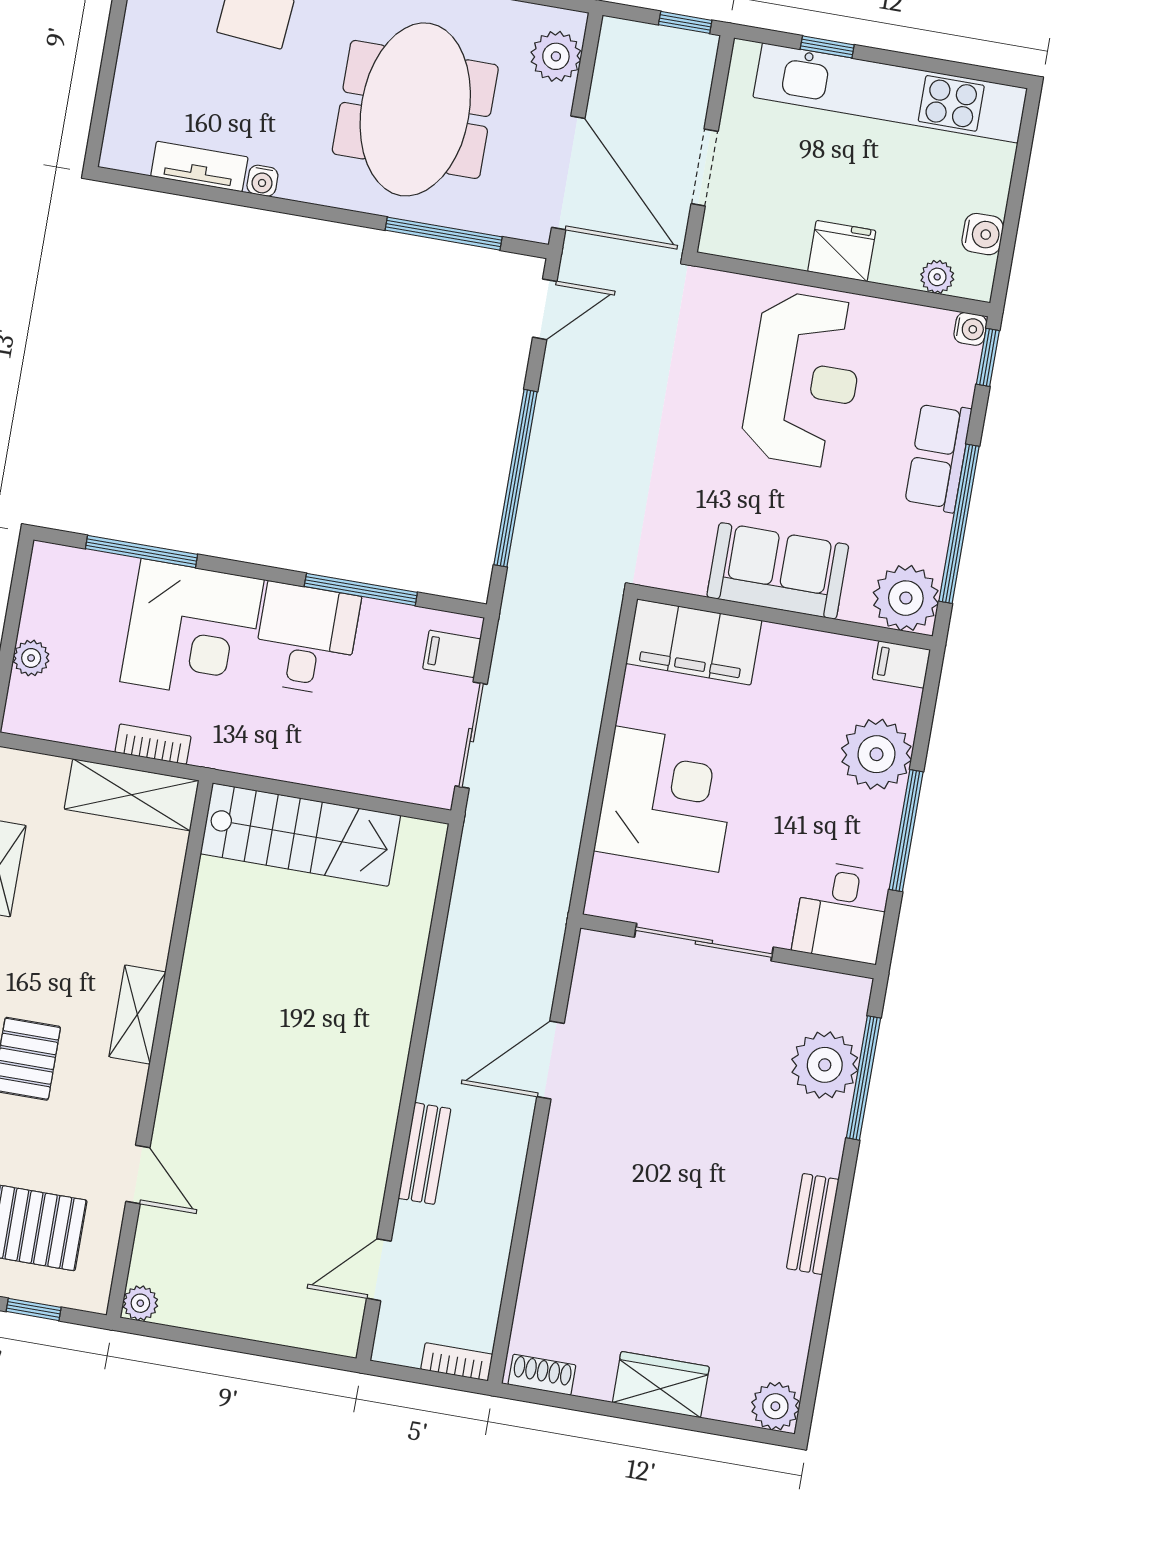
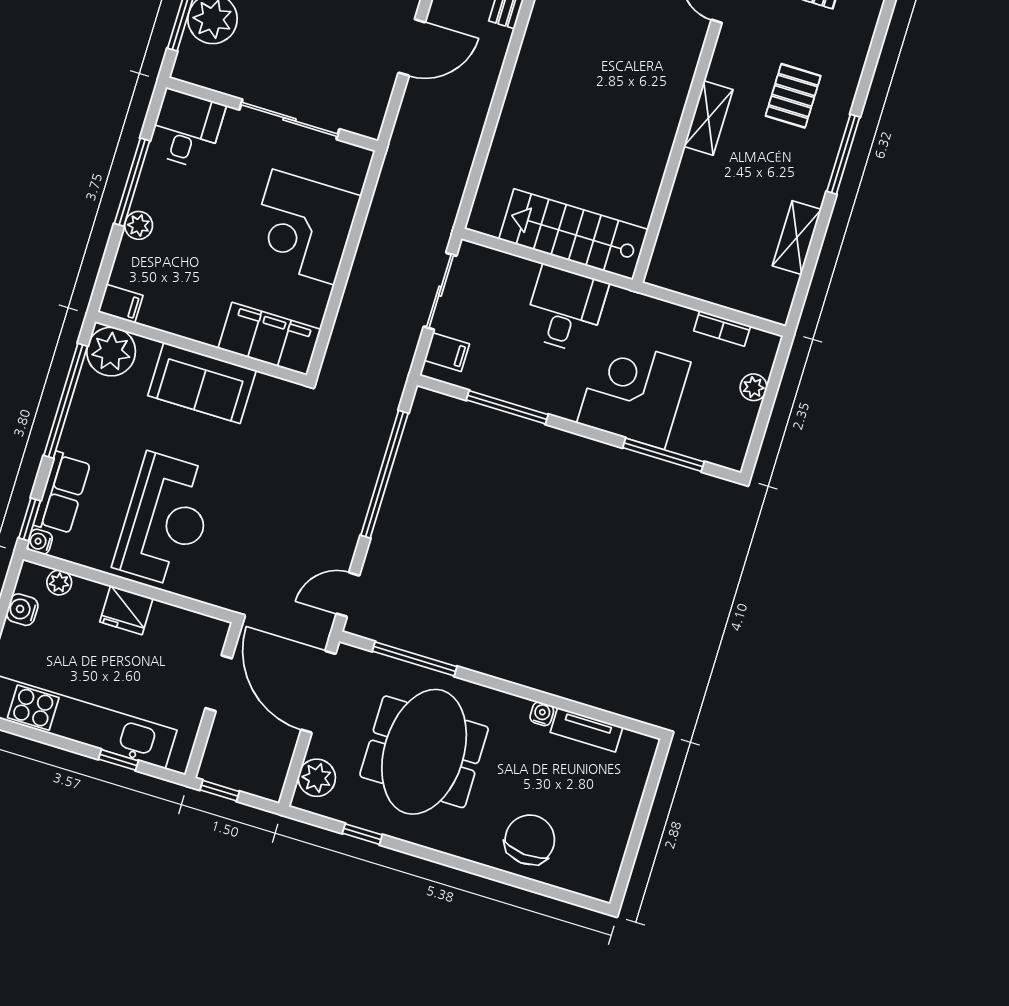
reception desk: (804, 380) -> (166, 520), turned 180
row of seats: (938, 457) -> (62, 493), moved
desk: (306, 639) -> (565, 309), moved, turned 180
bookcase: (153, 744) -> (722, 328), moved
plant: (876, 754) -> (139, 225), width x0.53, depth x0.53
shelving: (132, 795) -> (693, 278), removed

